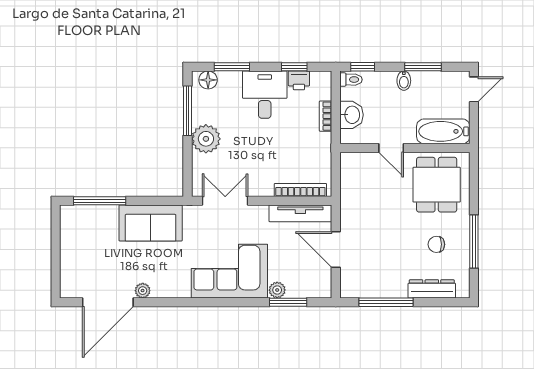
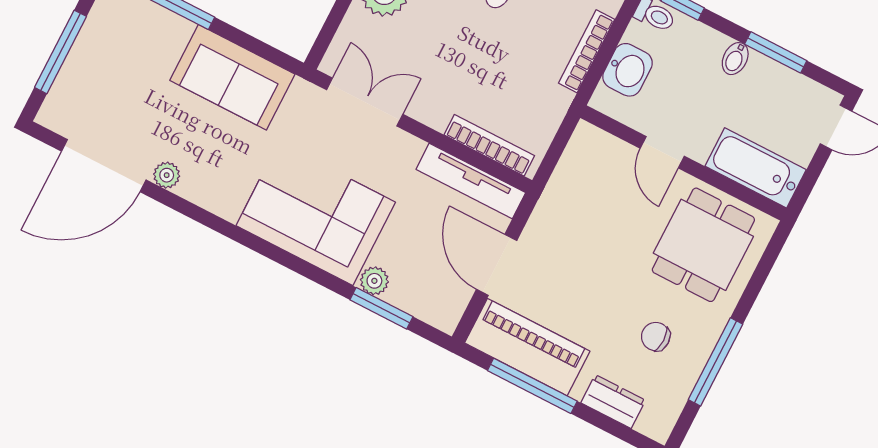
bookcase: (326, 116) -> (587, 51), width x1.56
window: (56, 255) -> (61, 52), added
piano: (373, 284) -> (527, 347), added
dresser: (432, 289) -> (613, 402), width x0.70

